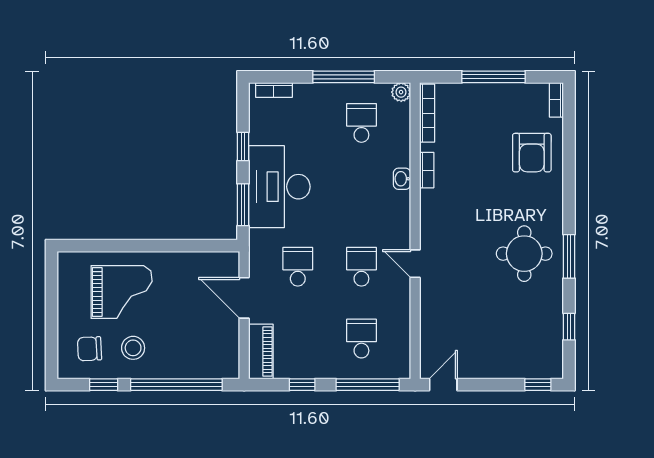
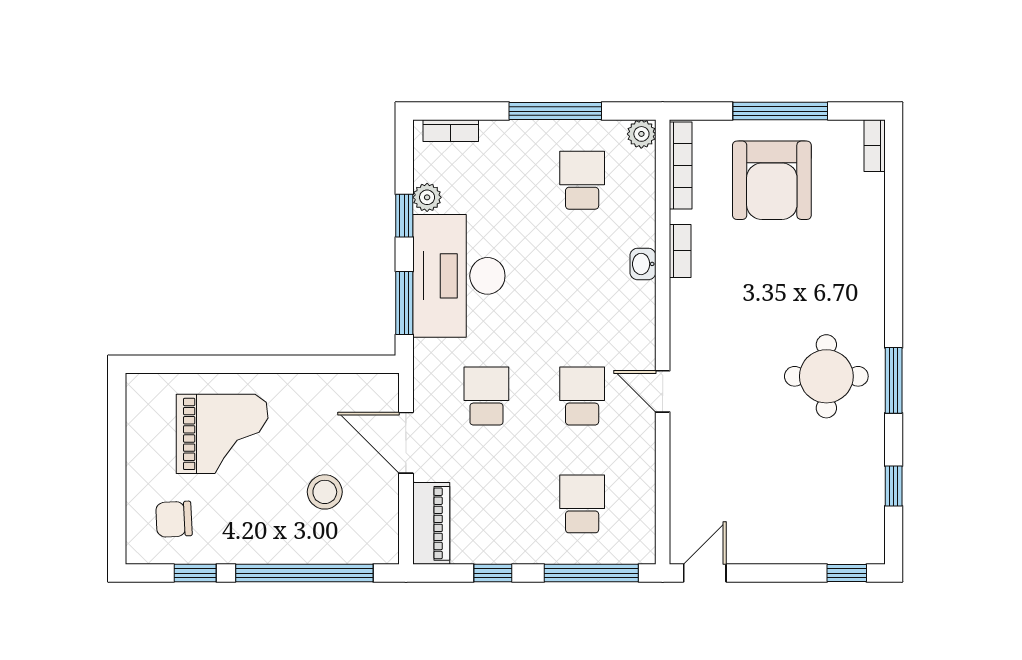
plant: (258, 134) -> (427, 197), added
armchair: (532, 153) -> (772, 180), moved, width x1.36, depth x1.36
stool: (133, 348) -> (325, 492), moved

